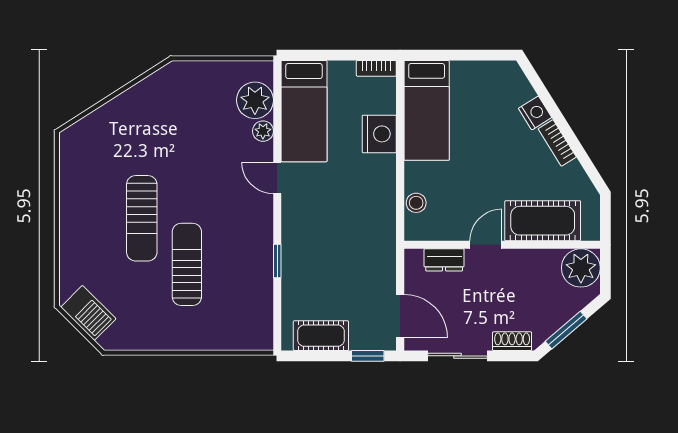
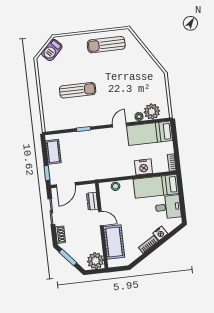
desk: (477, 88) -> (168, 207), added
sun lounger: (142, 218) -> (106, 45), moved

